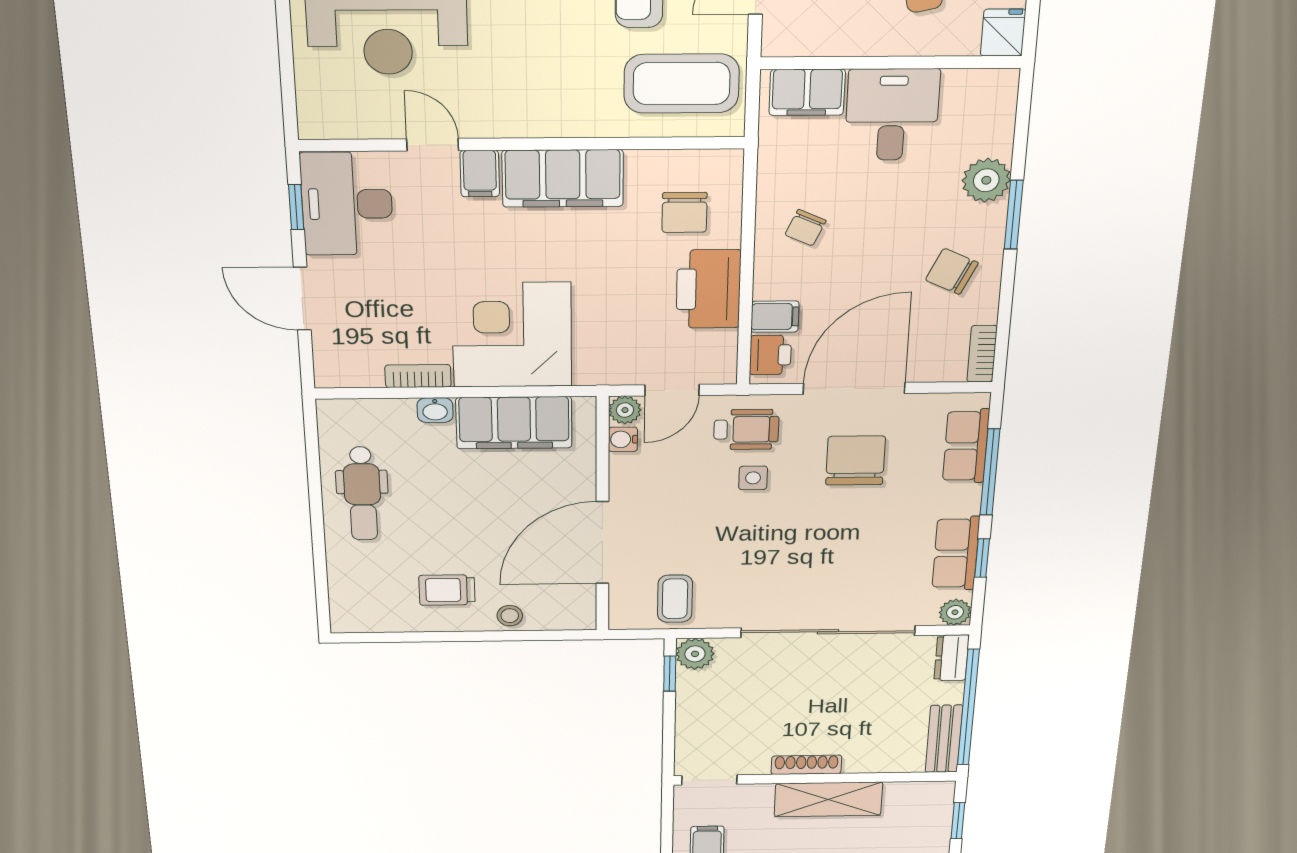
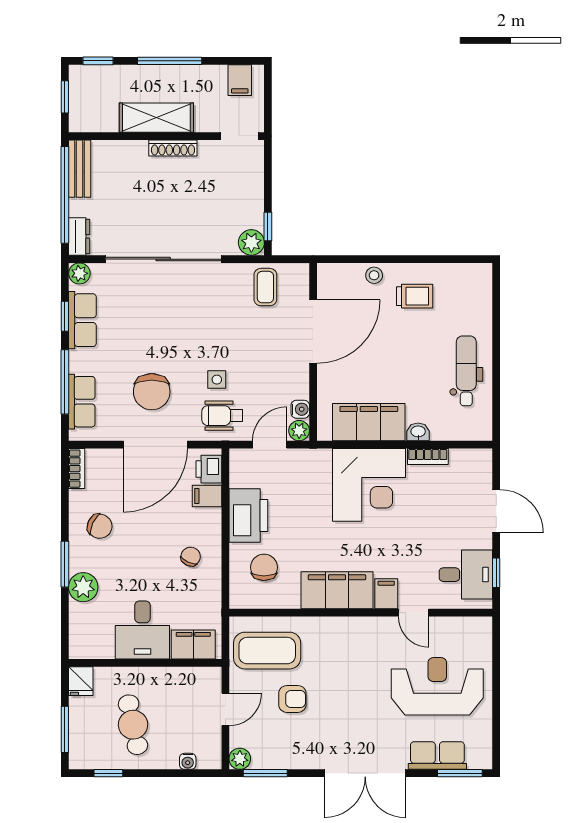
desk: (347, 204) -> (466, 575), width x0.73

